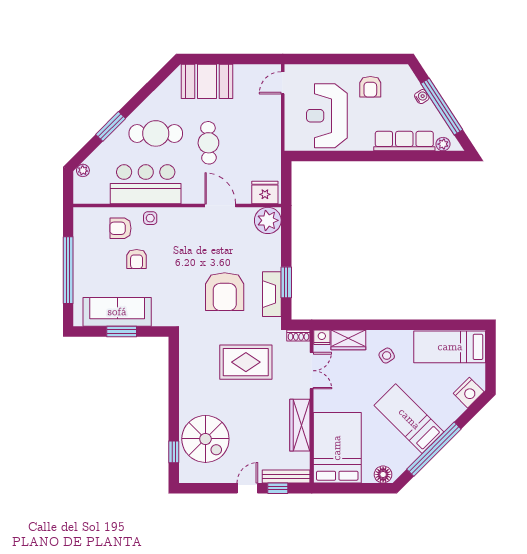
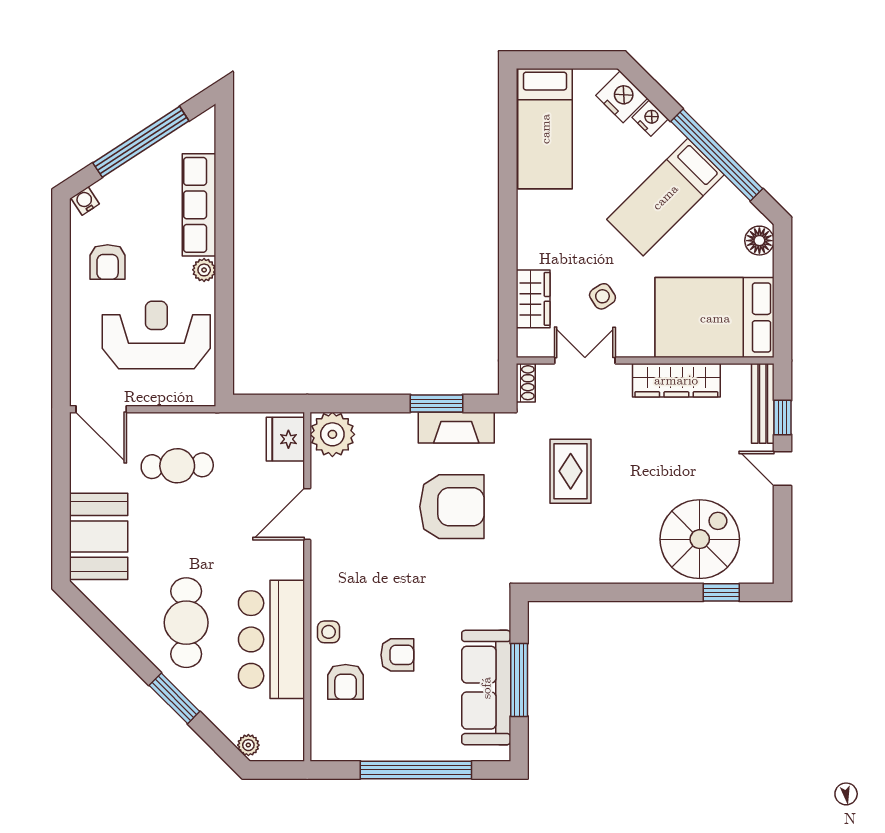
door: (283, 83) -> (101, 409), width x1.38
armchair: (370, 87) -> (108, 262), turned 90
water cooler: (422, 97) -> (85, 201), moved
reception desk: (327, 116) -> (156, 335), turned 180
cafe table: (208, 143) -> (177, 466), moved
plant: (443, 144) -> (204, 270), moved
window: (122, 332) -> (519, 680), width x1.44
nightstand: (322, 337) -> (650, 118), moved, turned 135
side table: (387, 356) -> (602, 296), moved
rug: (246, 362) -> (571, 471), width x0.73, depth x0.70

